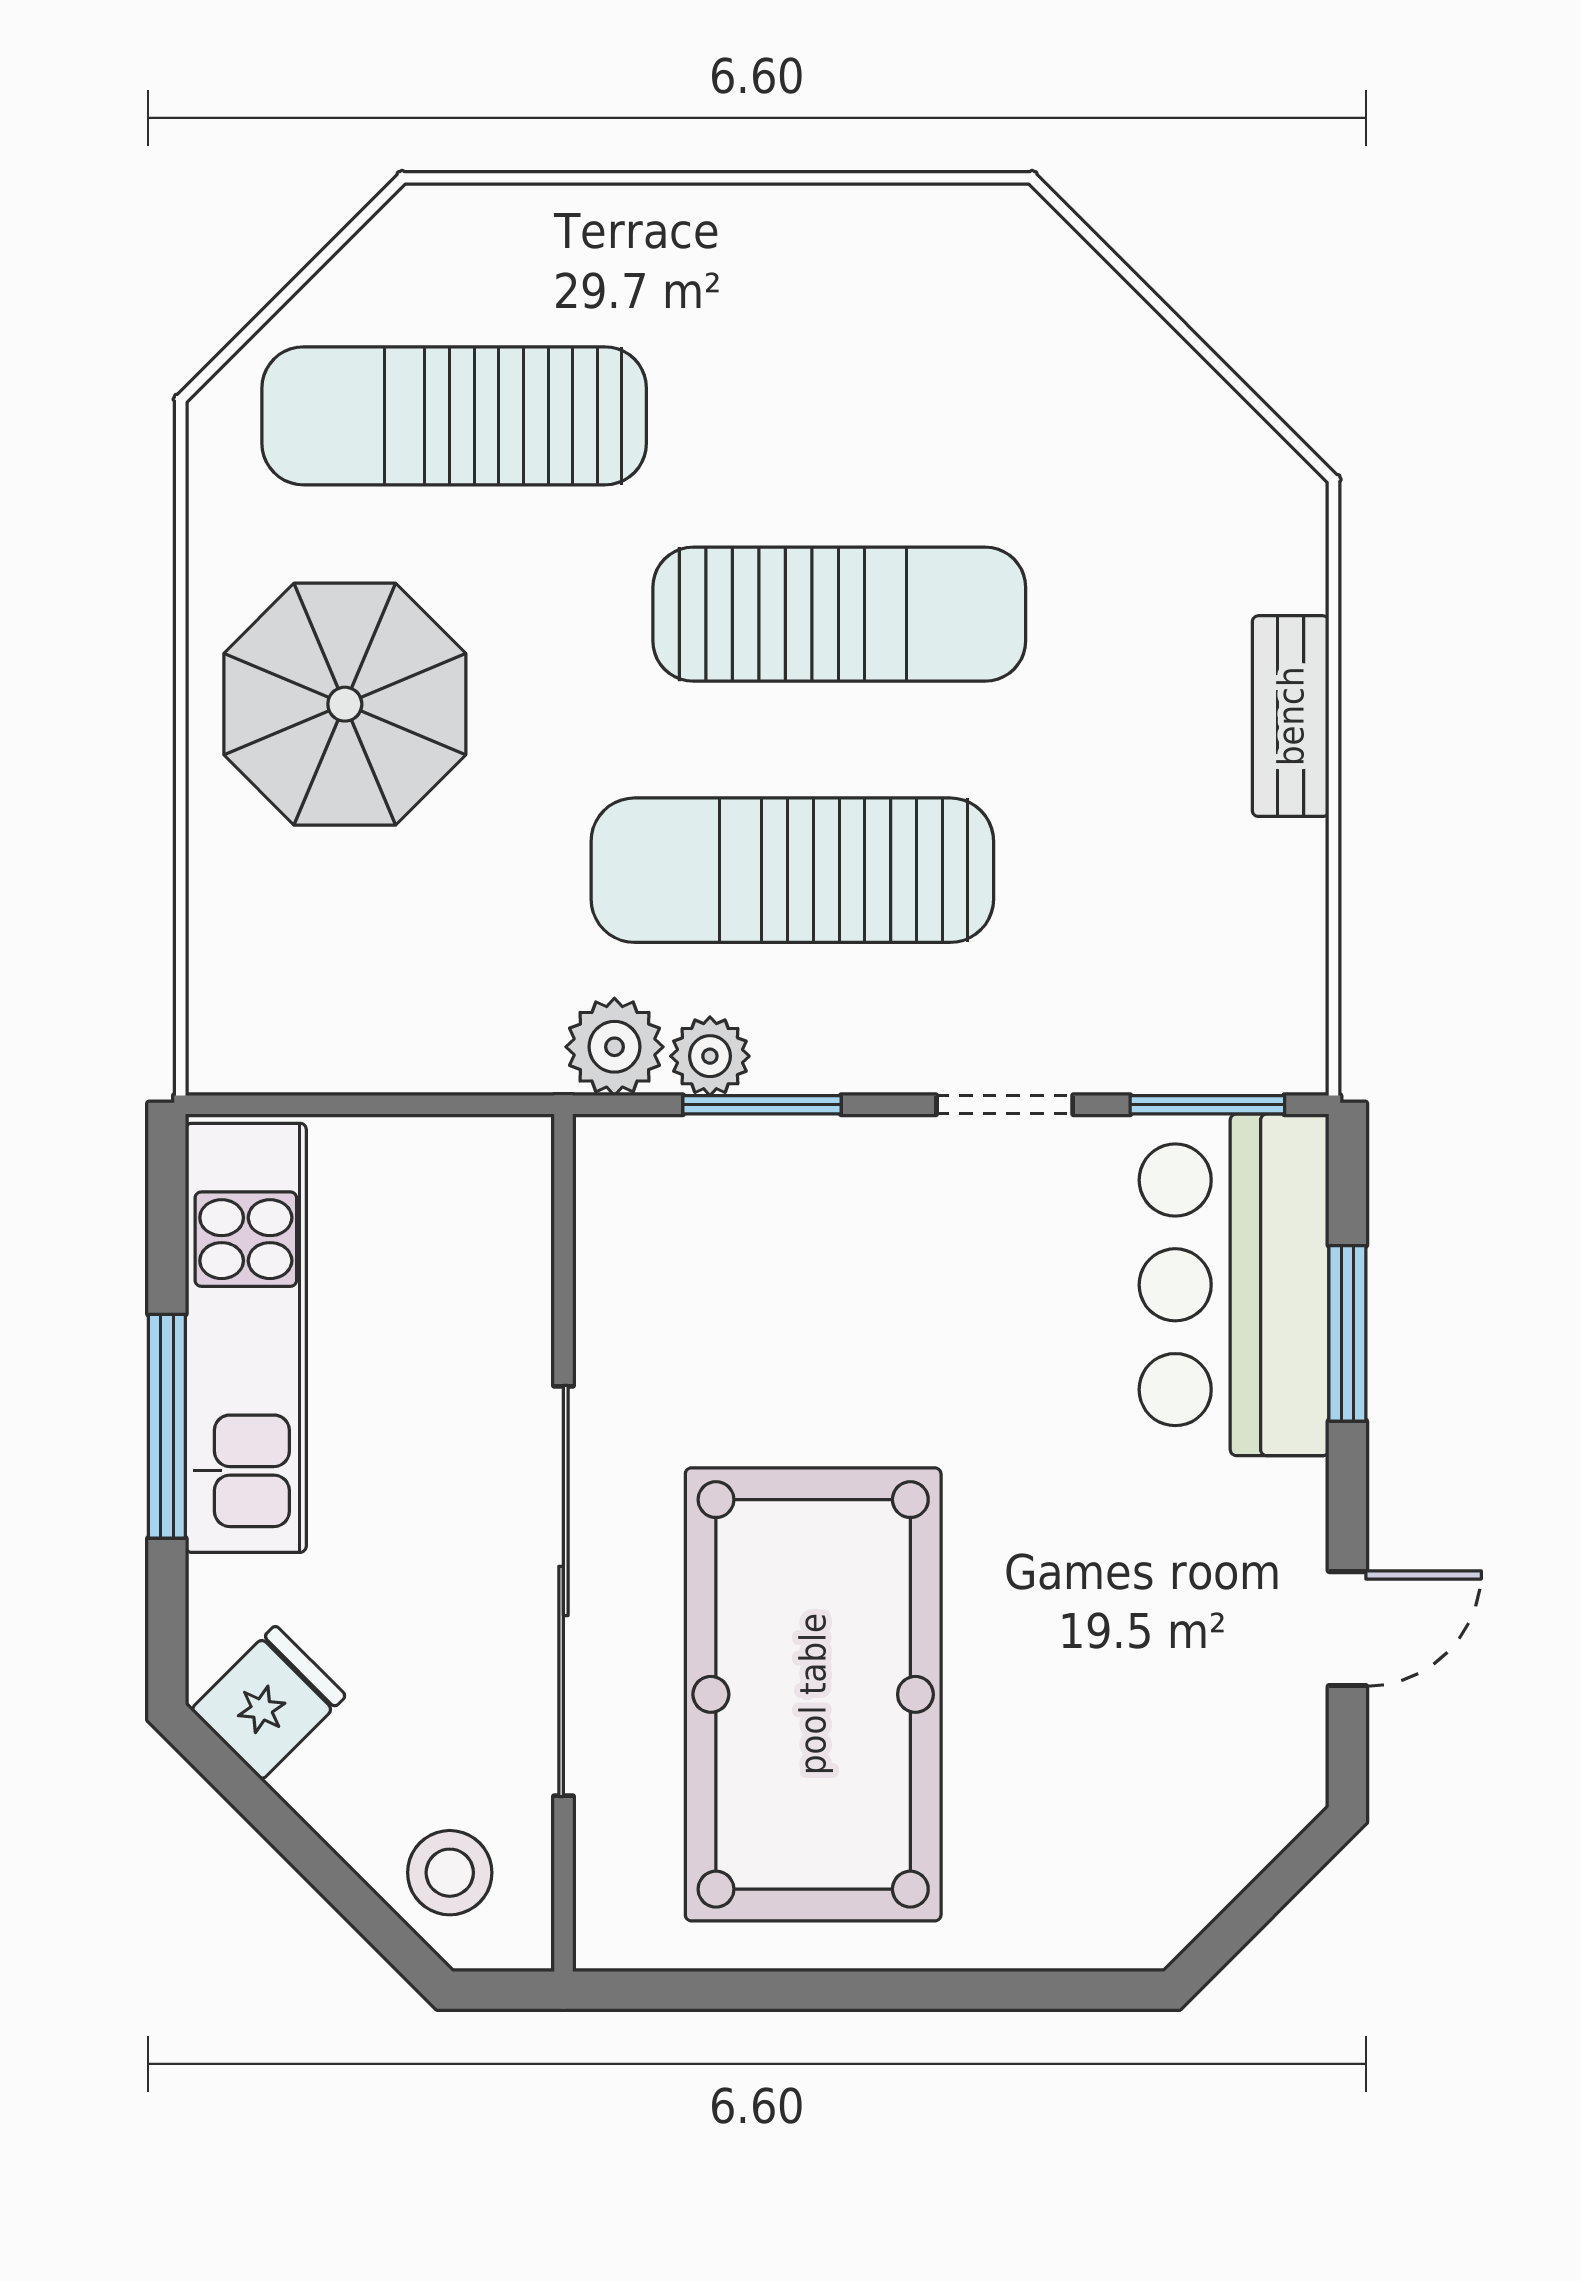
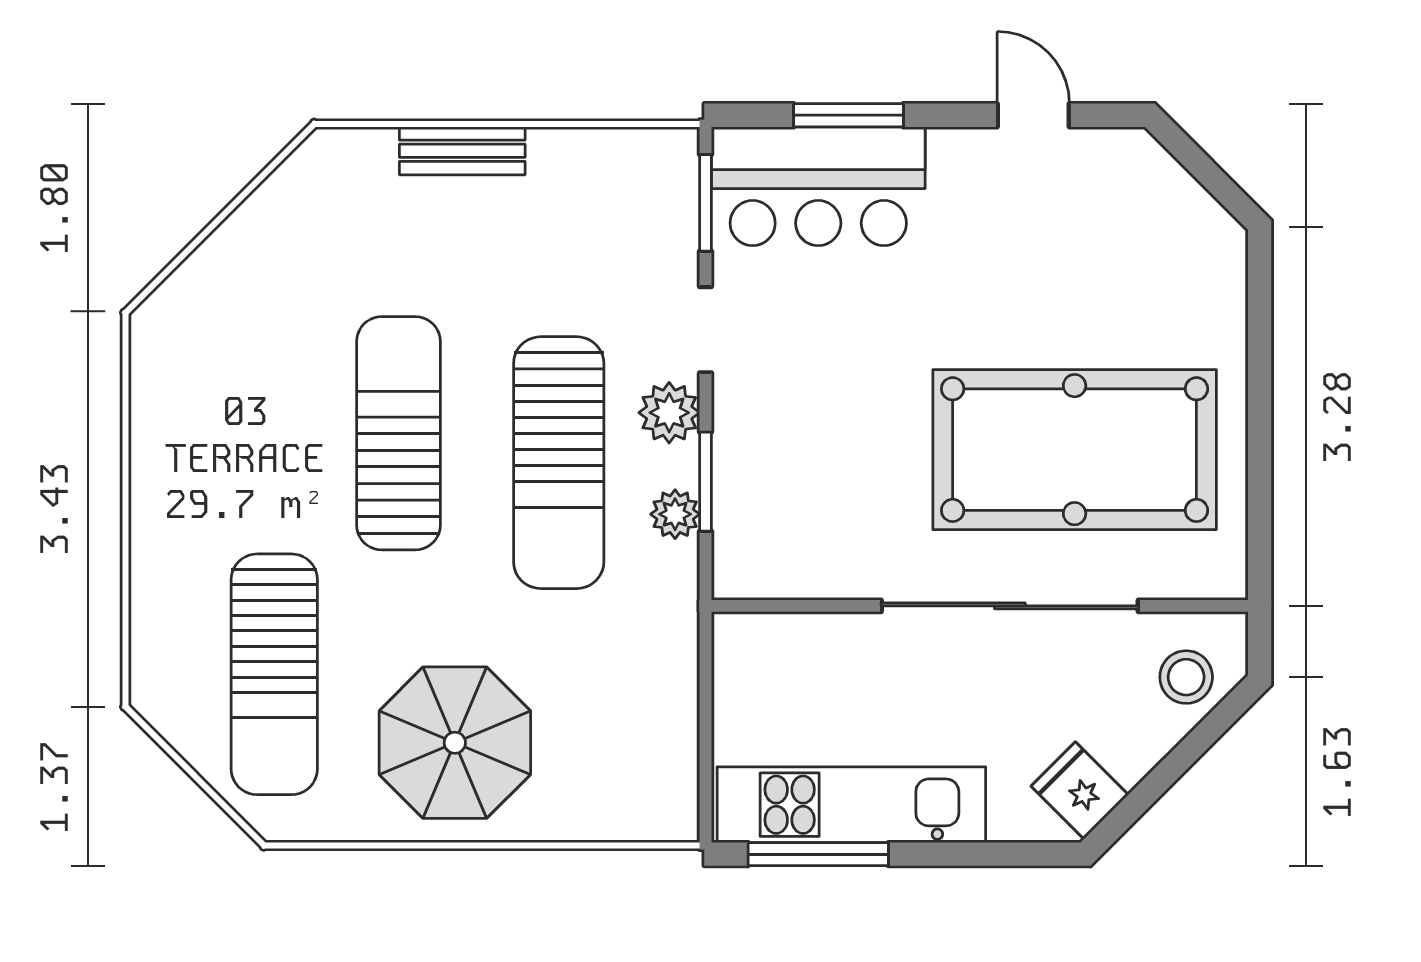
plant: (614, 1047) -> (669, 413), moved
window: (167, 1426) -> (818, 854), moved

